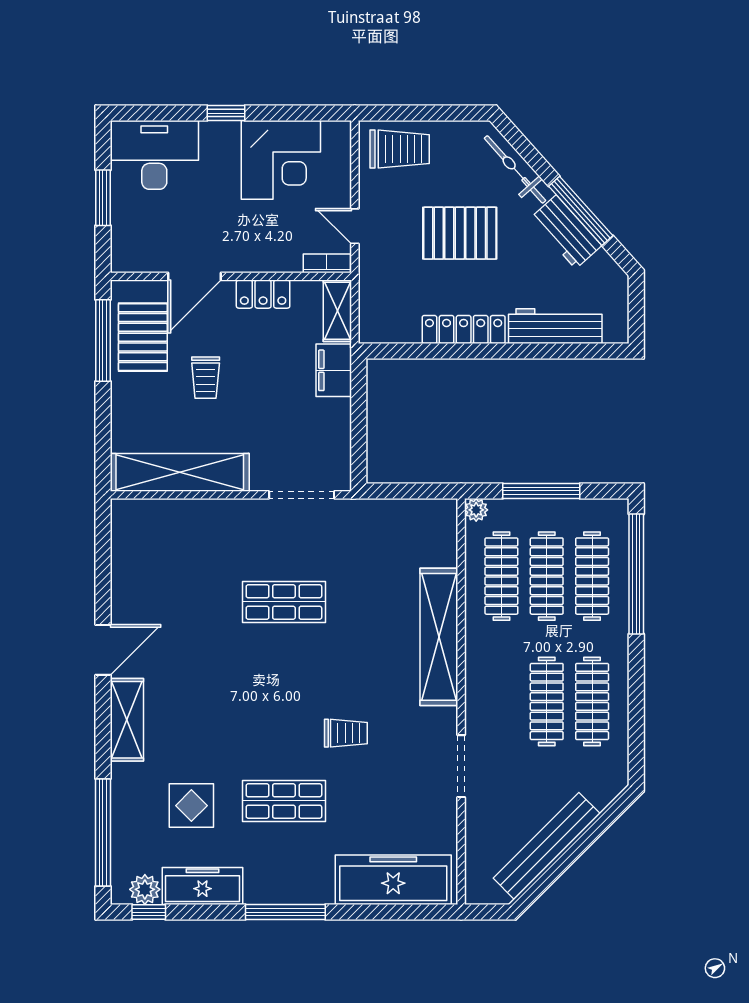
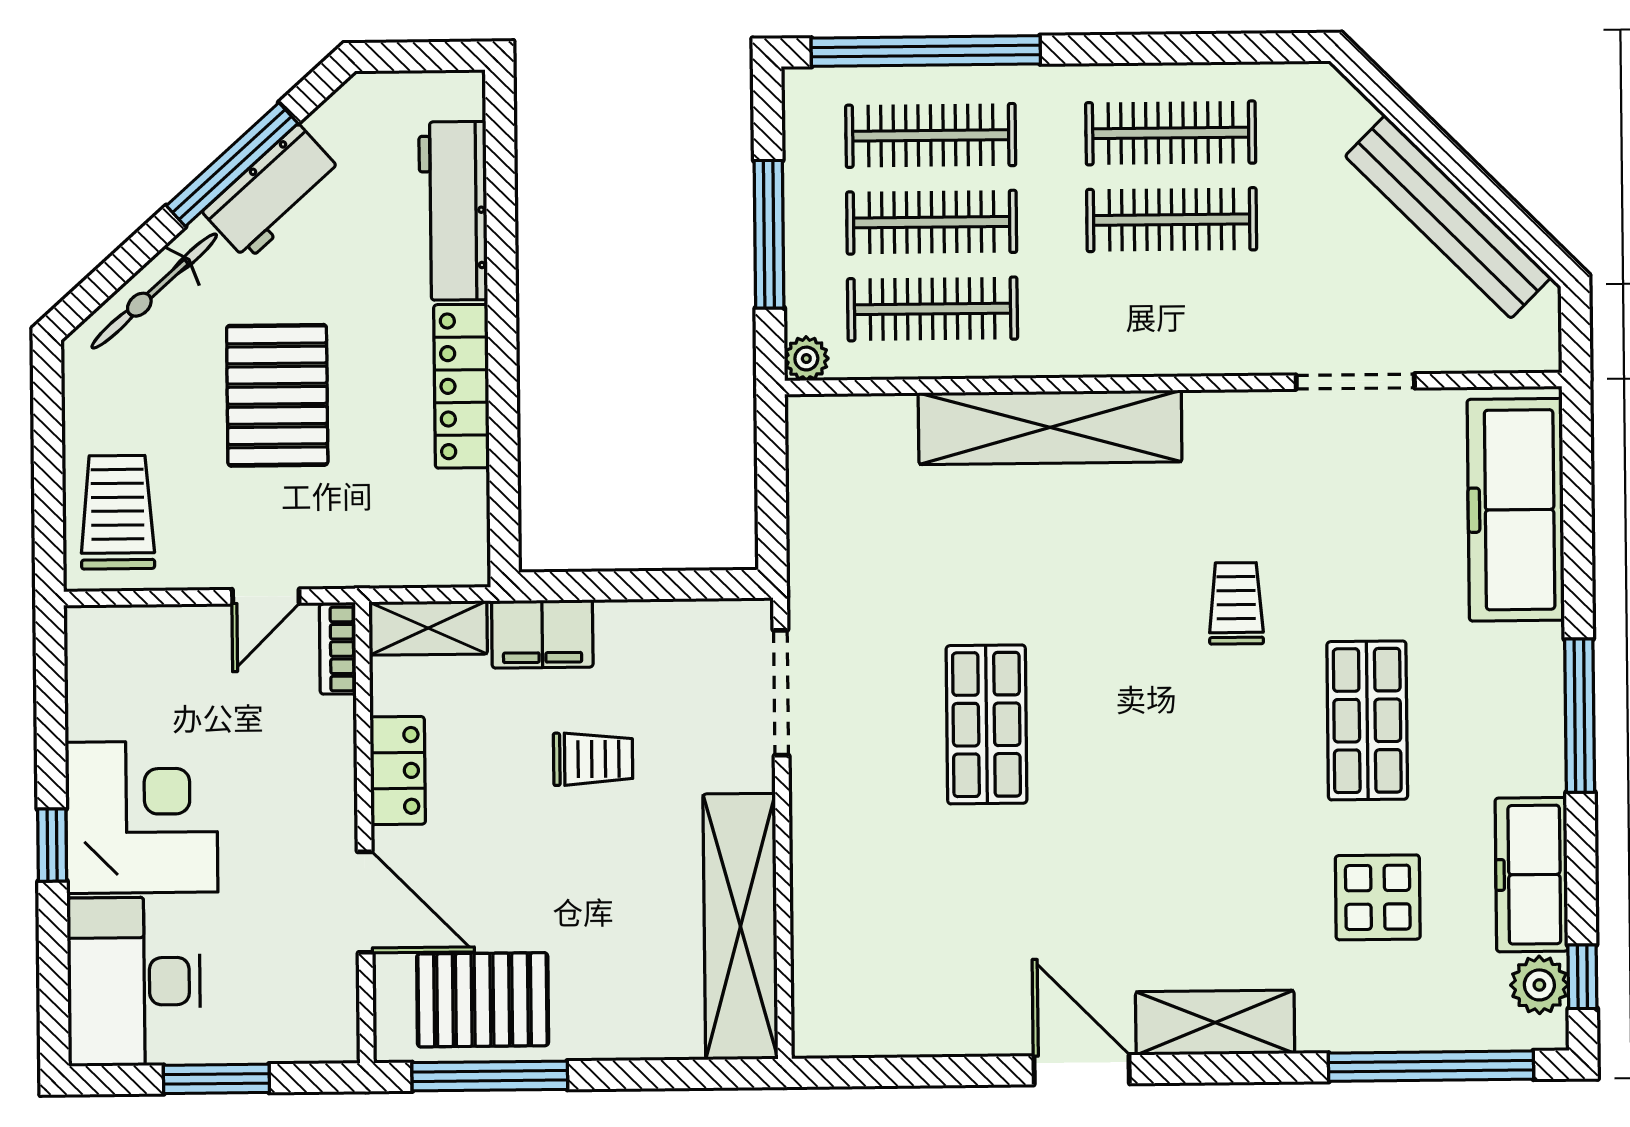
corner desk: (281, 160) -> (142, 817), moved
trolley: (206, 378) -> (593, 759), moved
doorway: (461, 766) -> (1355, 382), moved

